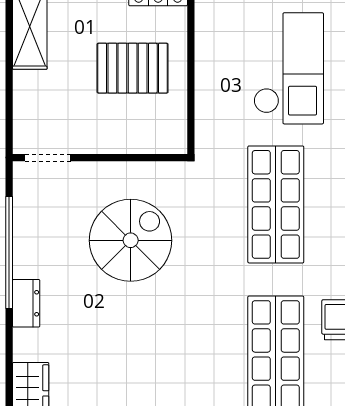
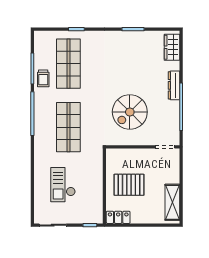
checkout: (289, 68) -> (63, 185), width x0.73, depth x0.83
dresser: (26, 303) -> (174, 85), width x1.44

